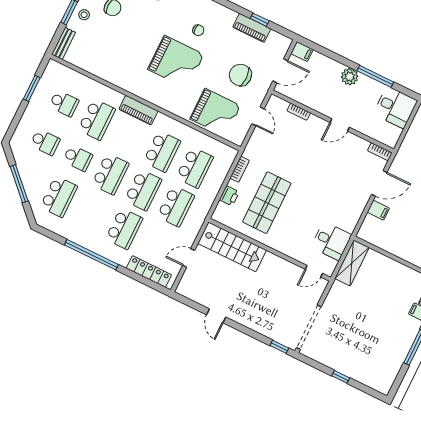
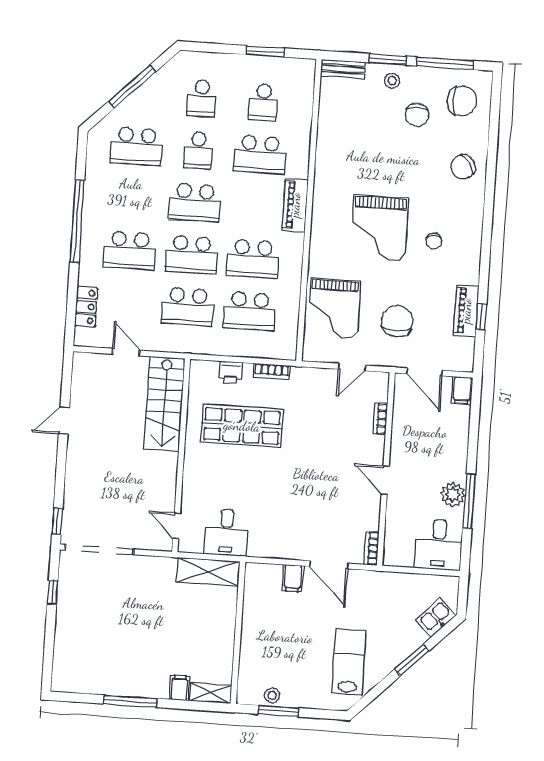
plant: (350, 77) -> (453, 495), moved
locker: (149, 272) -> (86, 307), width x0.66
window: (341, 377) -> (53, 592), moved

